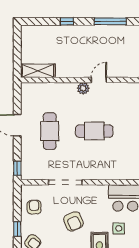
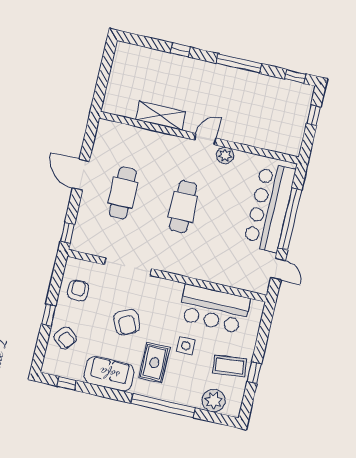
shelving: (38, 71) -> (160, 116), moved
plant: (83, 88) -> (225, 155), moved
cafe table: (94, 131) -> (183, 207), turned 90

